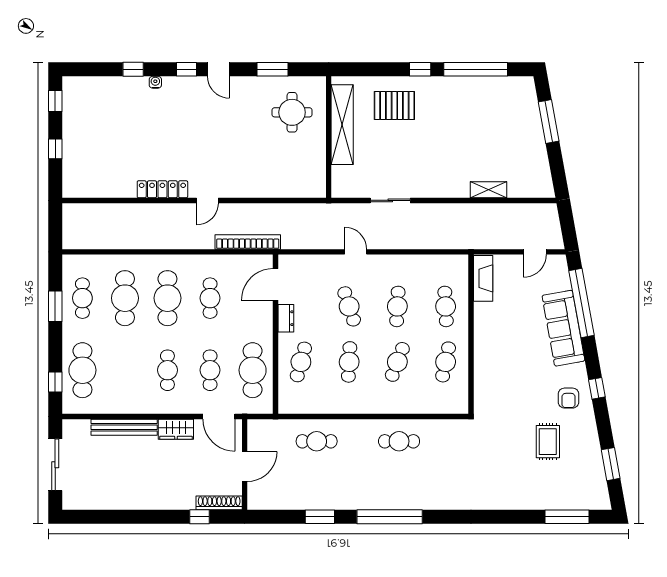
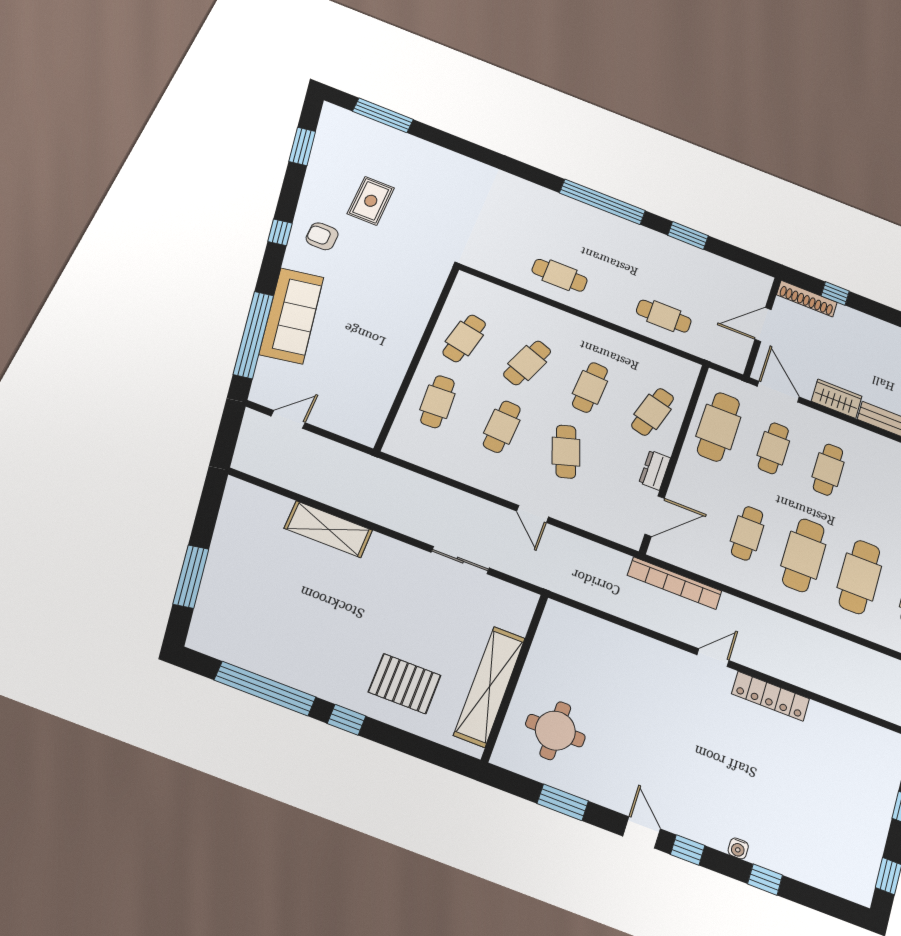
shelving: (489, 190) -> (328, 529), width x1.50, depth x1.33
fireplace: (483, 278) -> (373, 415), removed
armchair: (569, 398) -> (322, 236), turned -90

